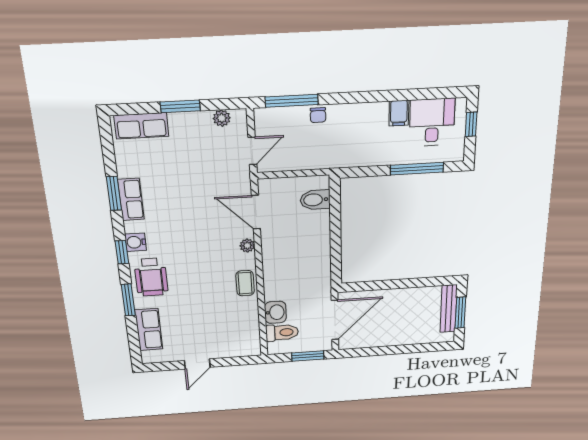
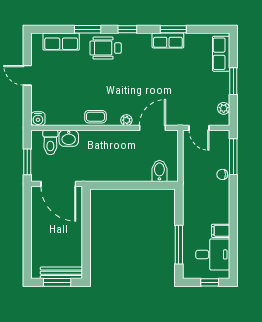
water cooler: (136, 242) -> (38, 119), moved, turned 180

